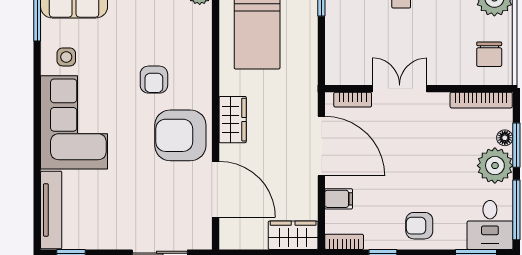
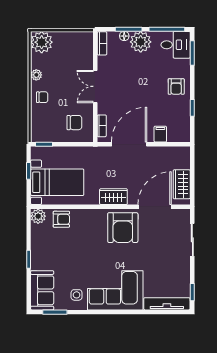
chair: (489, 54) -> (74, 123), moved
armchair: (154, 80) -> (61, 219), moved
double door: (400, 89) -> (95, 86), moved
bookcase: (481, 100) -> (102, 43), width x0.64
wardrobe: (293, 235) -> (182, 184), moved
bookcase: (344, 242) -> (186, 131), removed

